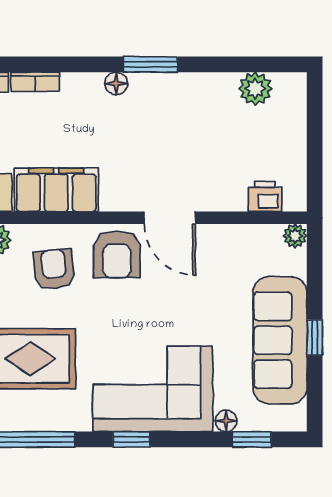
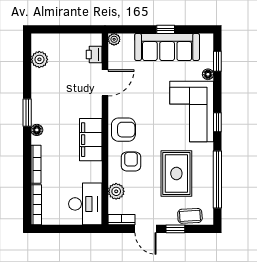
bookcase: (35, 82) -> (36, 164), width x1.56
filing cabinet: (56, 190) -> (91, 140), moved
door: (170, 218) -> (105, 83), moved
armchair: (54, 269) -> (131, 162), turned 96

